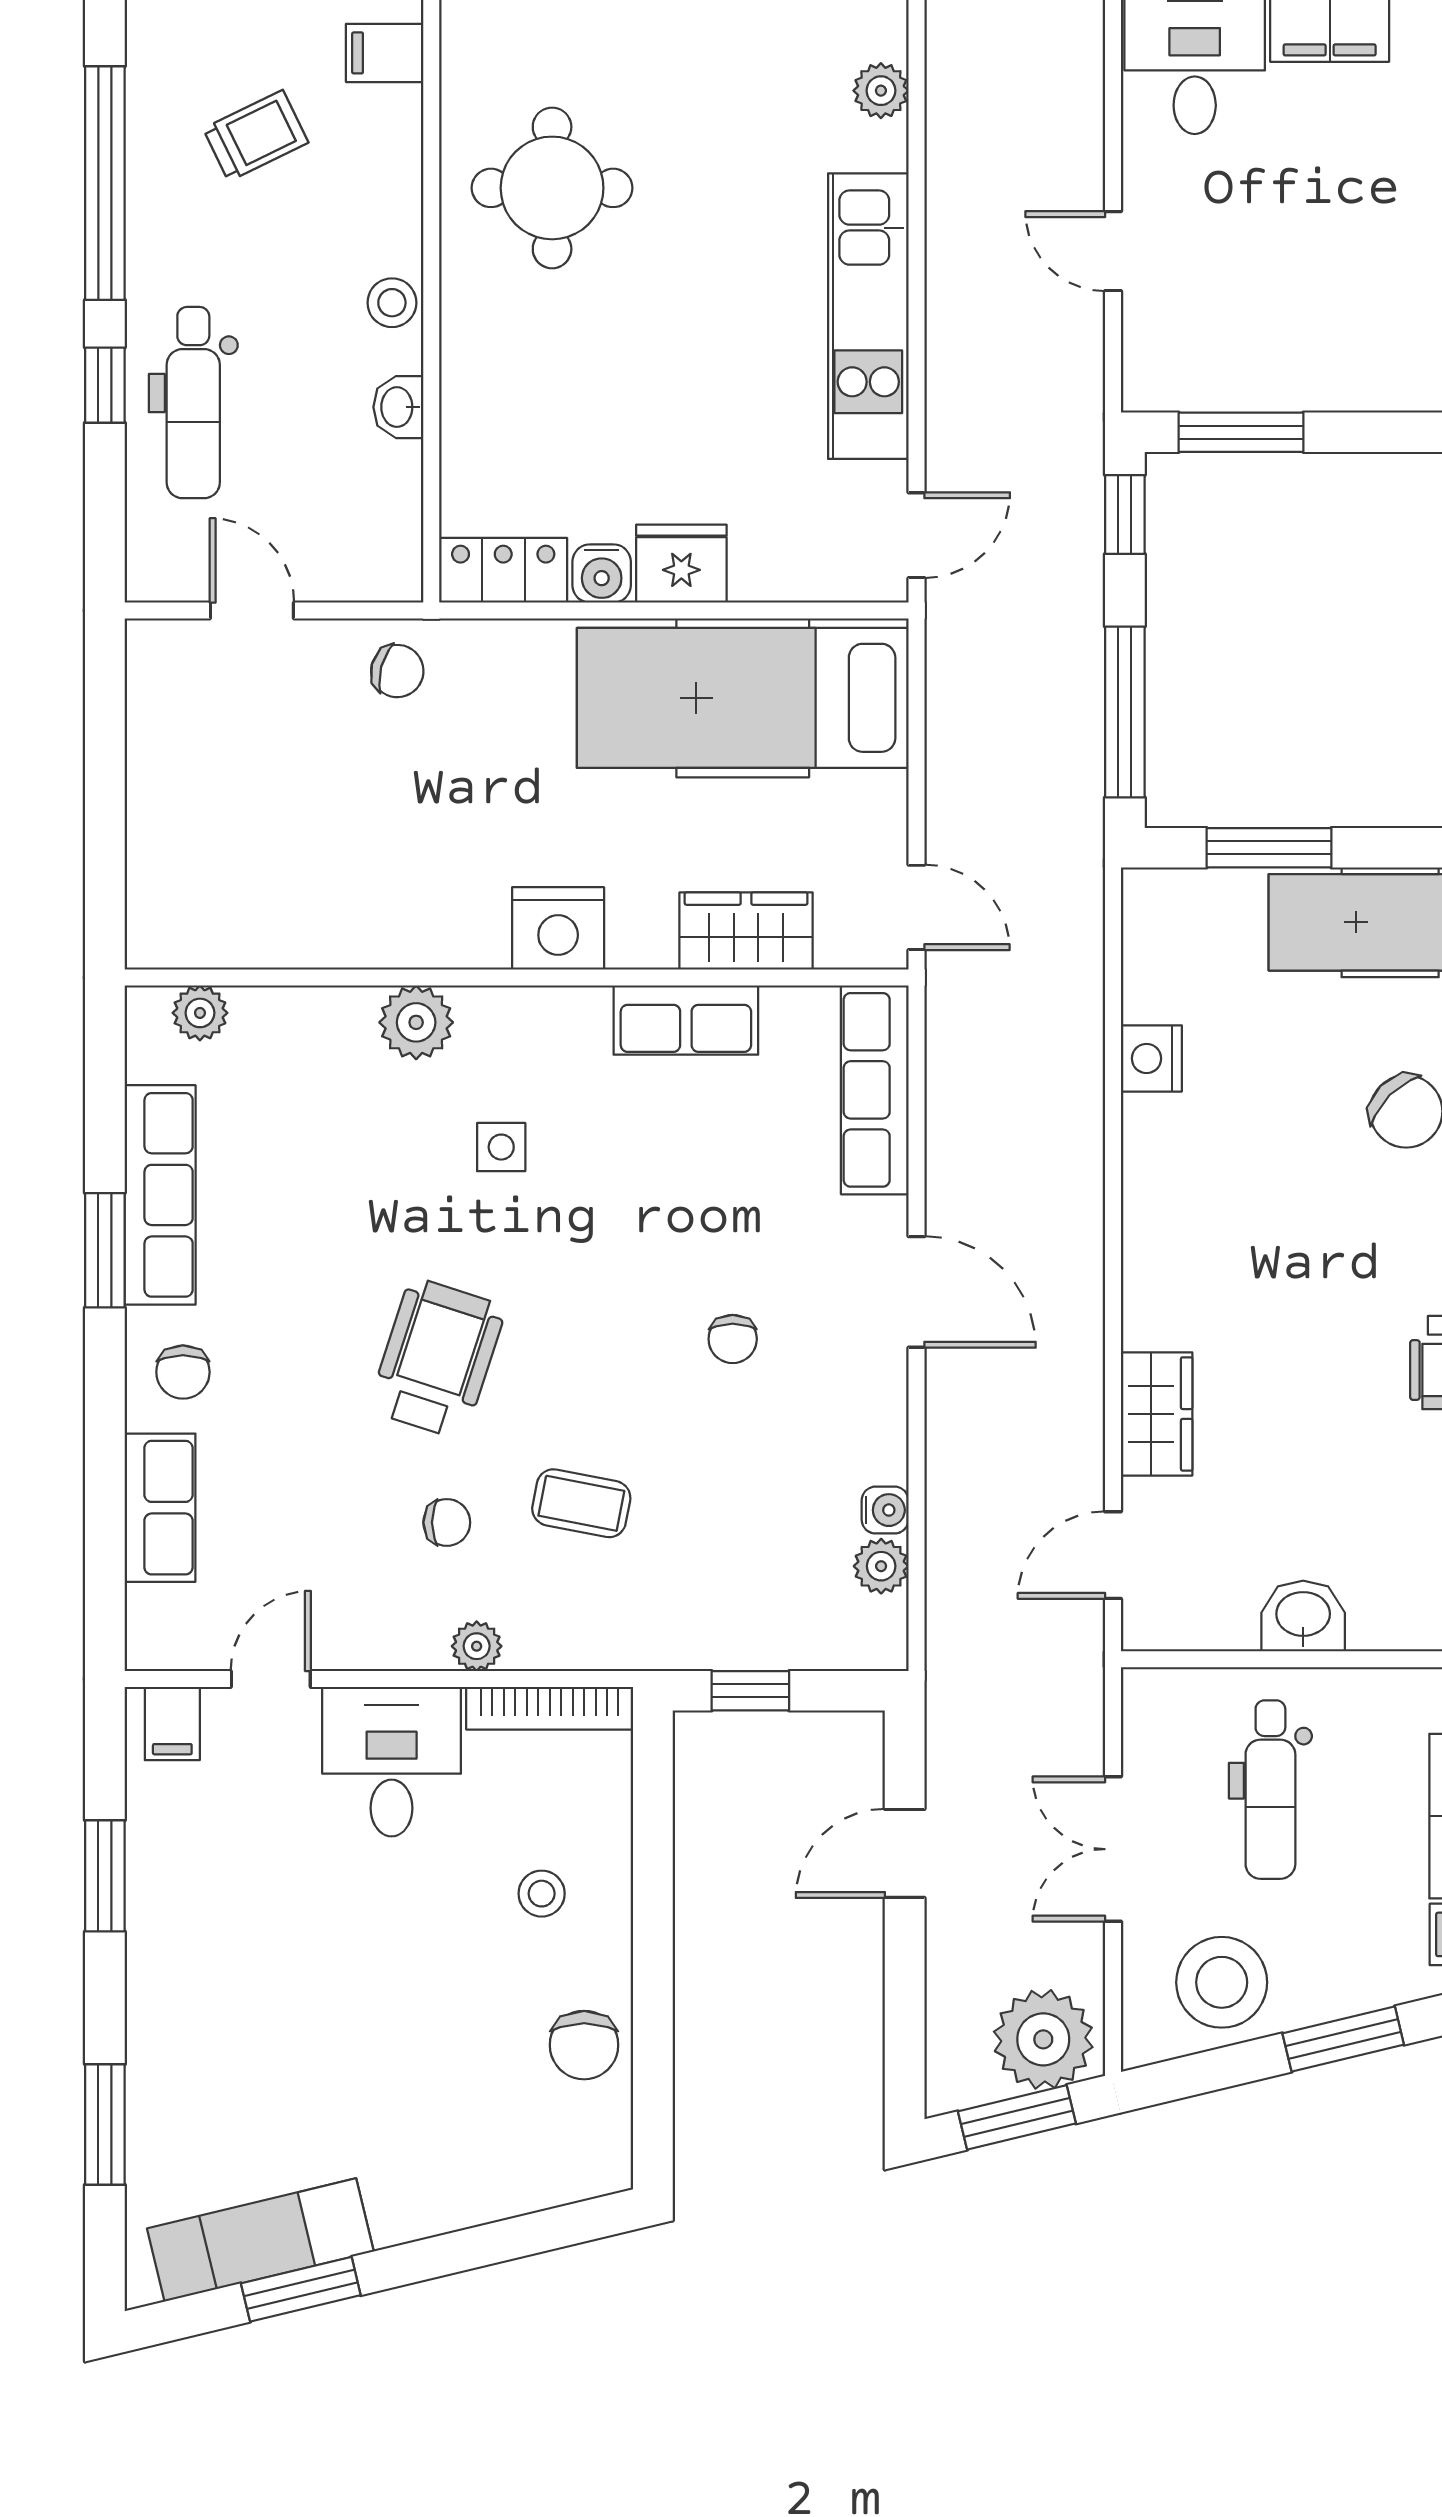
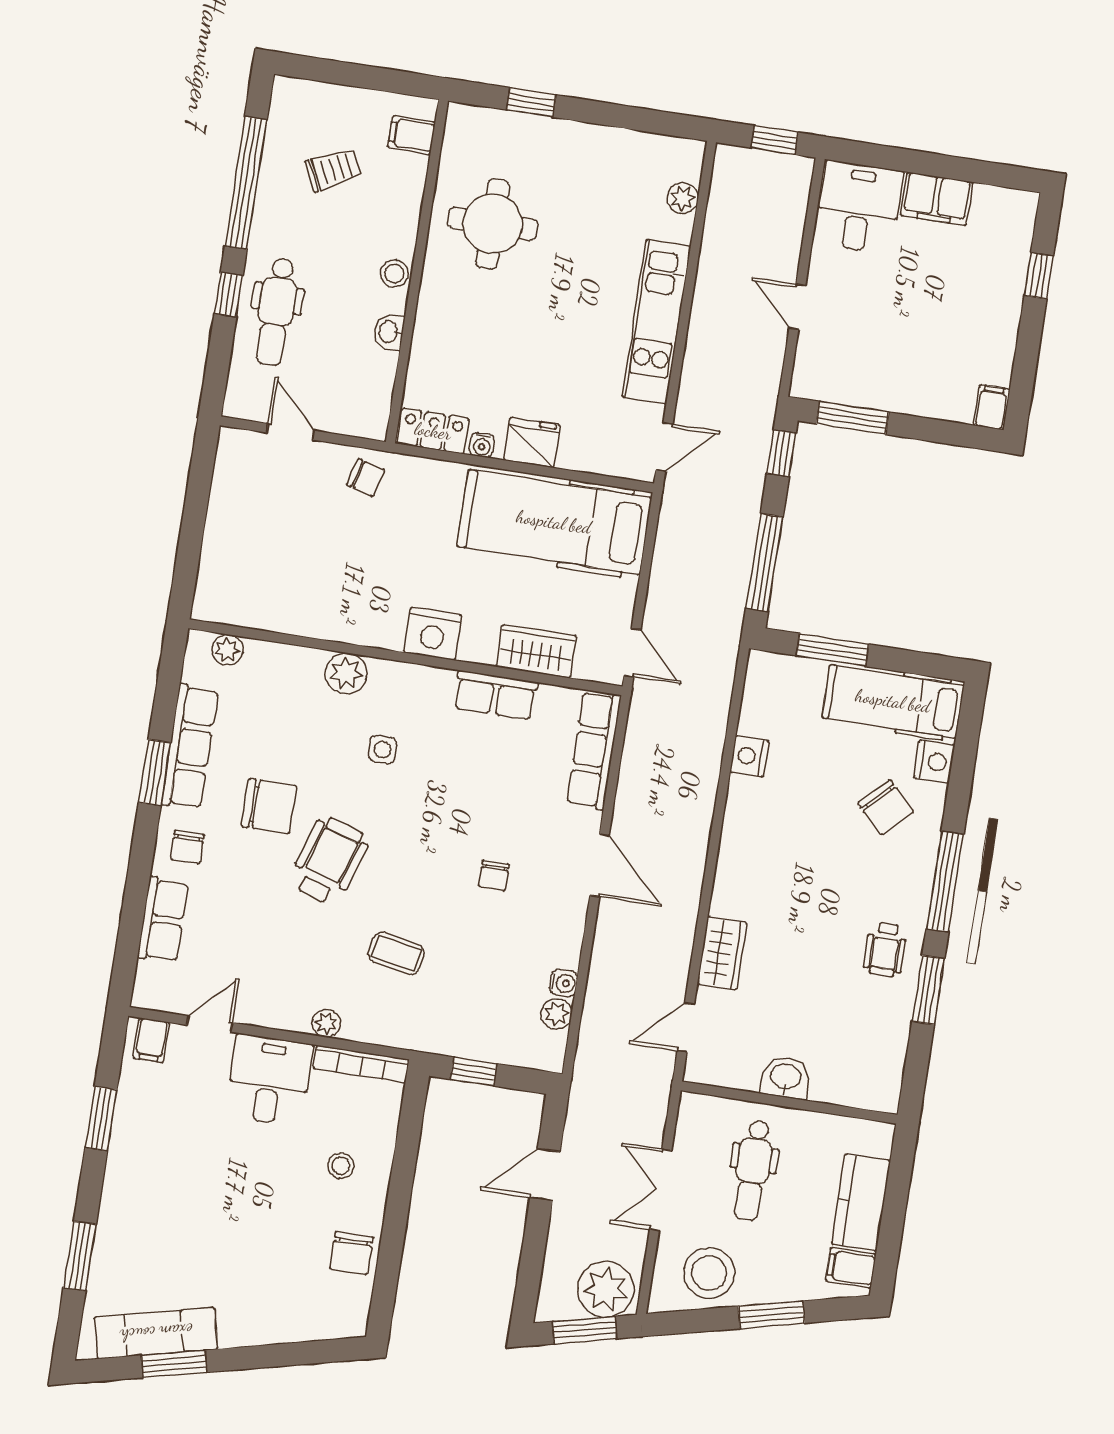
water cooler: (602, 573) -> (482, 445), width x0.72, depth x0.72
chair: (447, 1522) -> (269, 806), moved, width x1.87, depth x1.87

